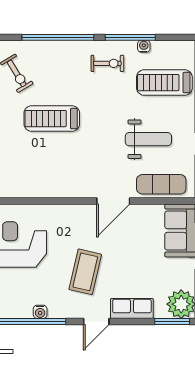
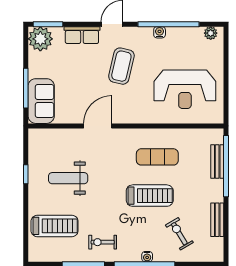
water cooler: (144, 46) -> (147, 257), moved
exercise mat: (161, 184) -> (157, 157), moved

